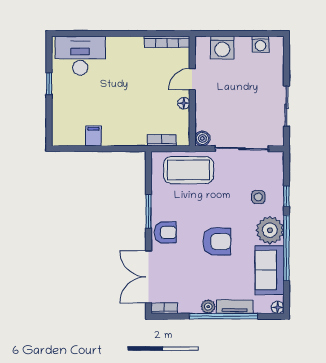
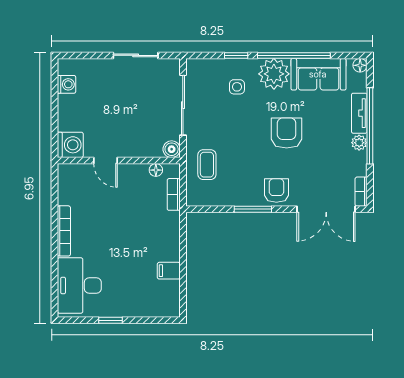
bookcase: (167, 42) -> (64, 231), moved
washing machine: (222, 48) -> (70, 145), moved
floor lamp: (184, 103) -> (156, 170), moved
coffee table: (189, 170) -> (207, 165), width x0.54, depth x0.58

